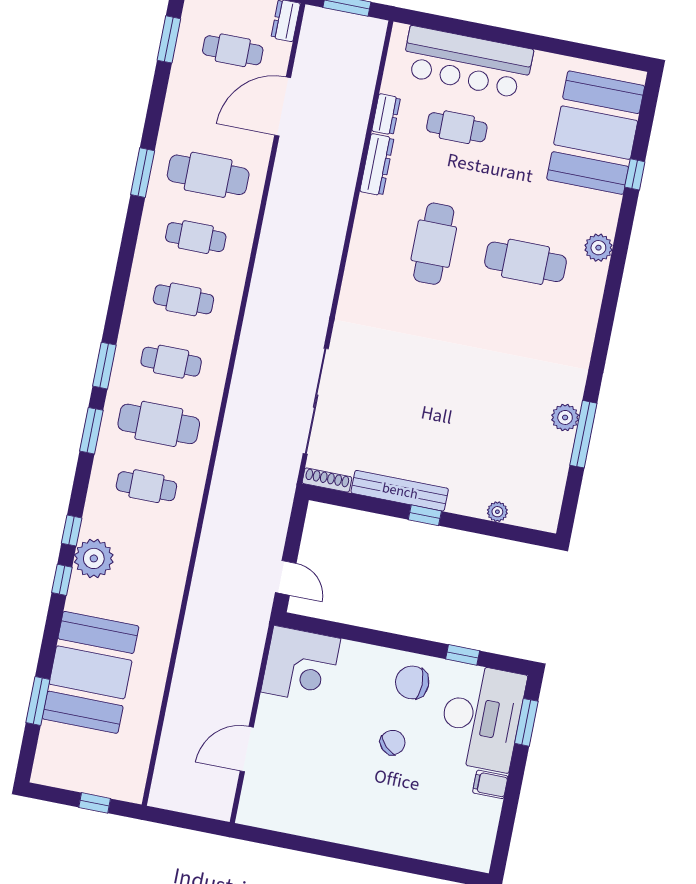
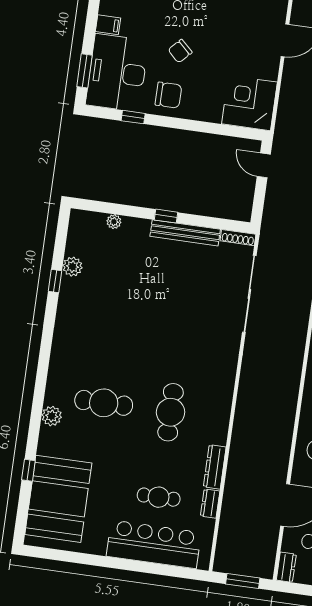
plant: (565, 417) -> (72, 267), moved
window: (583, 434) -> (55, 281), width x0.46

